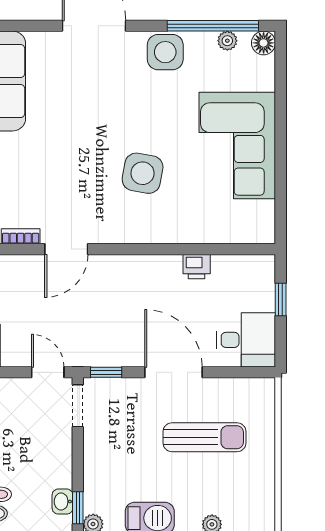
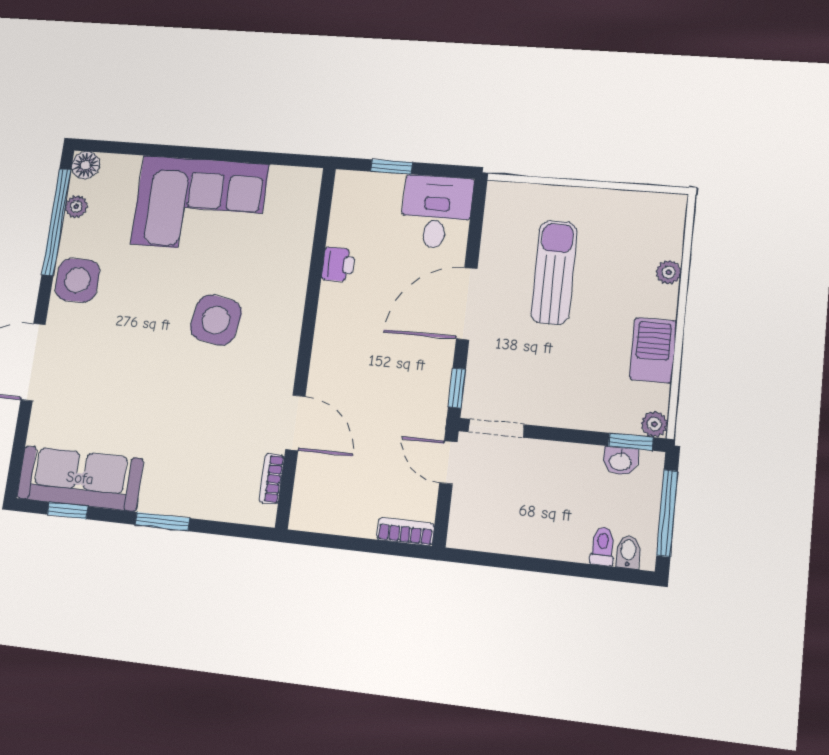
door: (48, 372) -> (448, 462), hinge flipped

